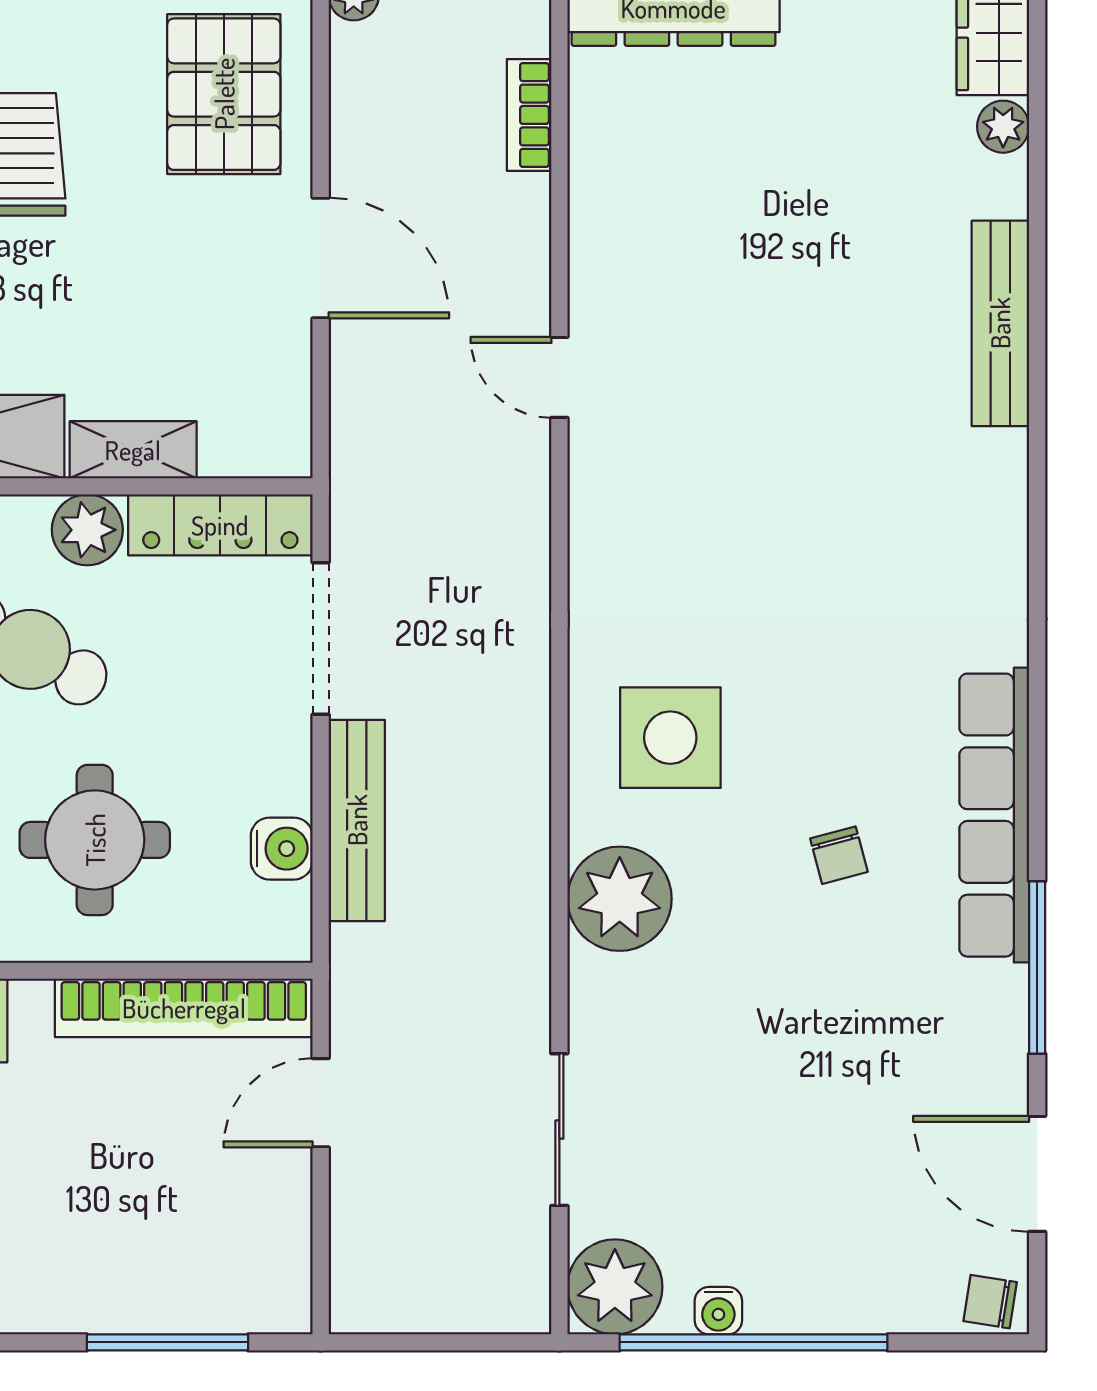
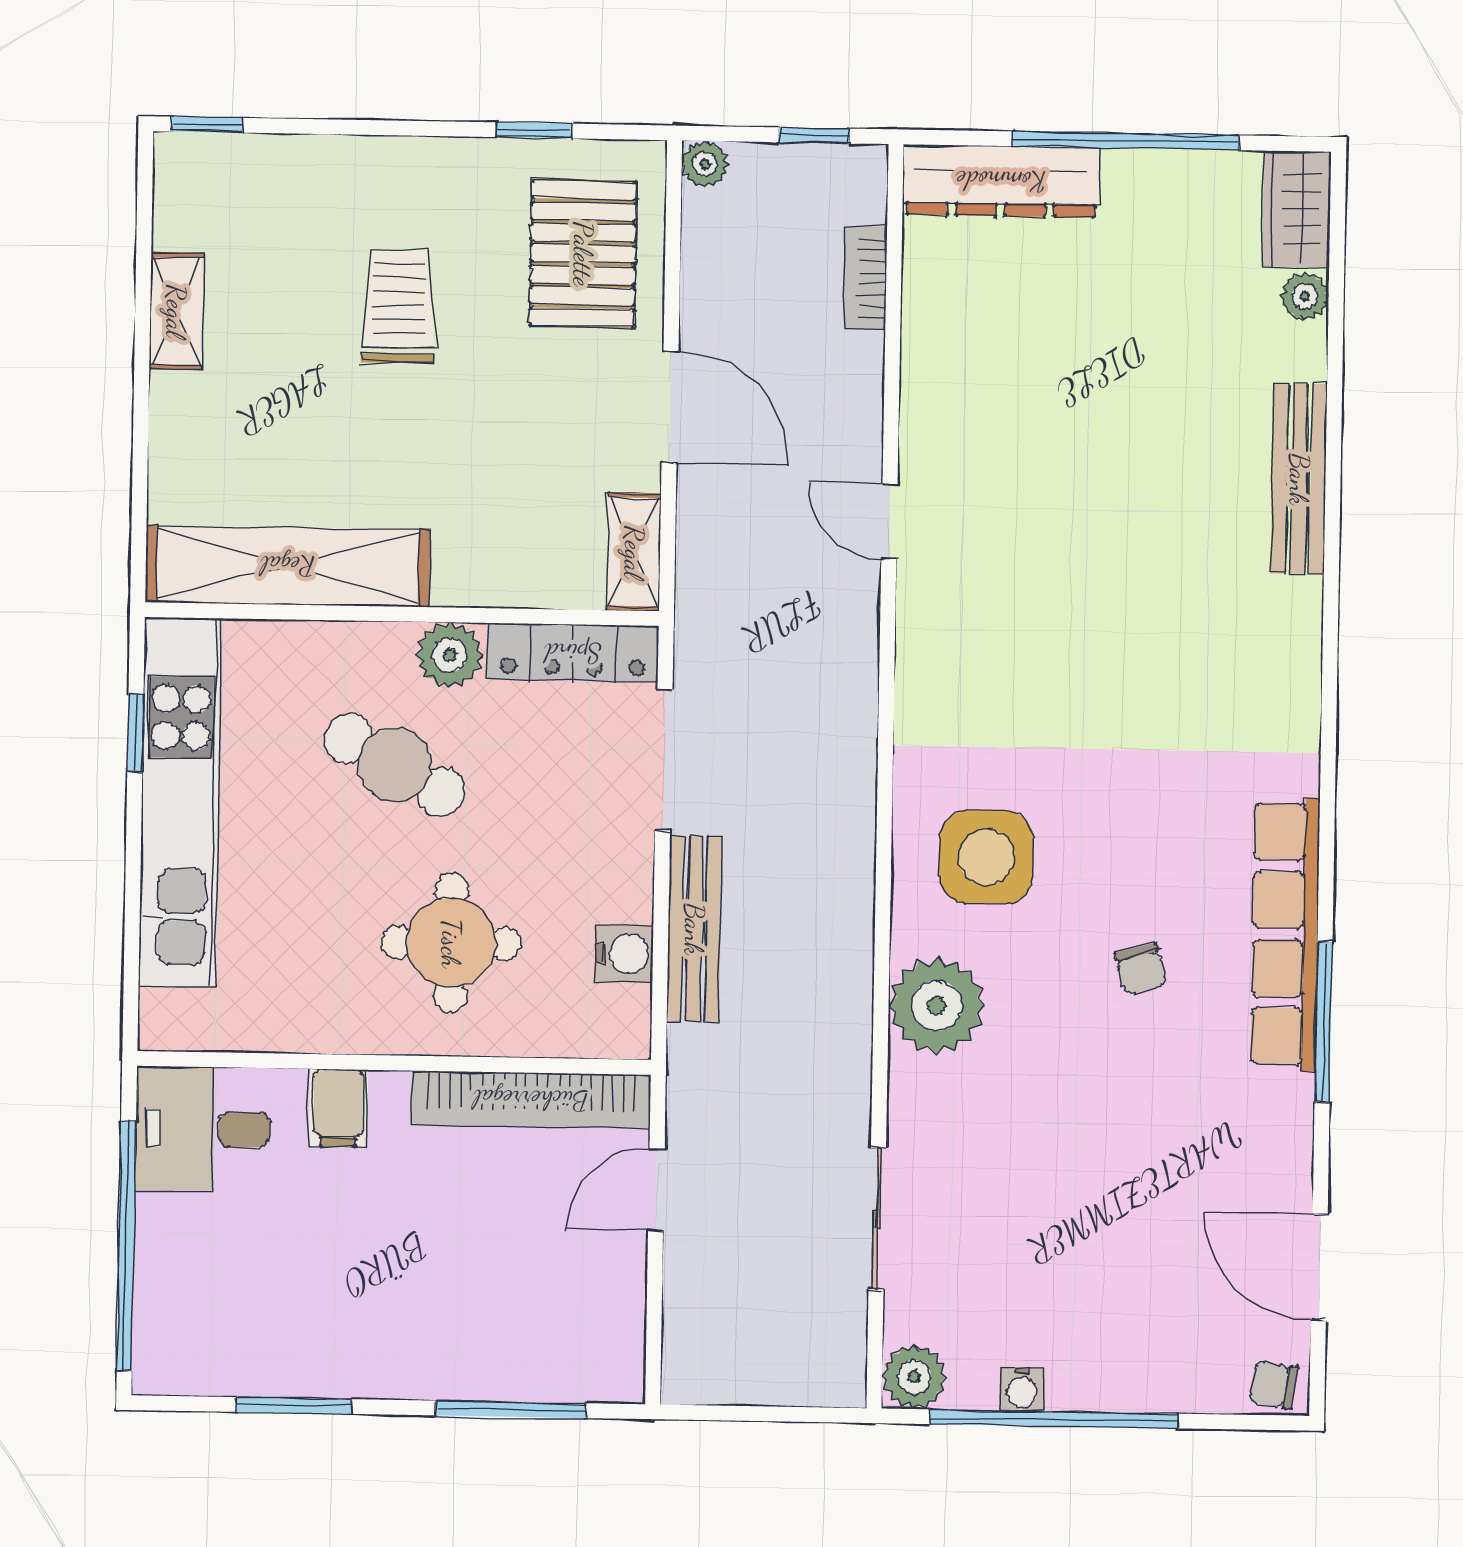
shelving: (133, 450) -> (634, 552), moved, turned 90
window: (1037, 968) -> (1324, 1022), moved
plant: (615, 1287) -> (914, 1377), width x0.73, depth x0.73

